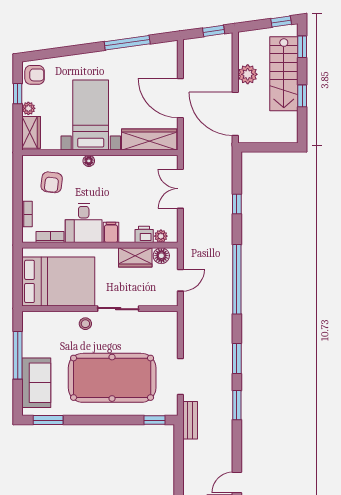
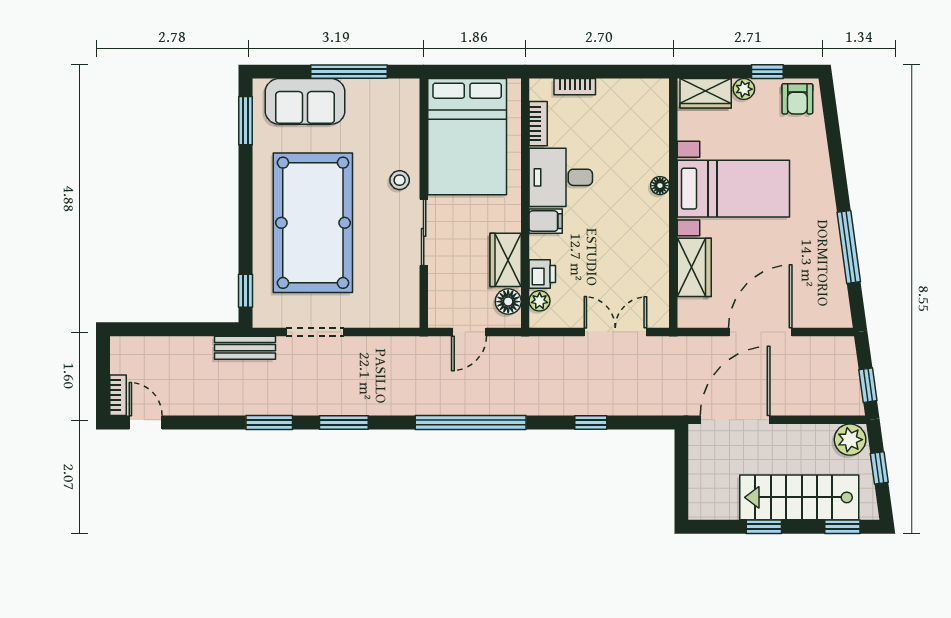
window: (281, 22) -> (879, 468), moved
plant: (248, 74) -> (850, 440), moved
wardrobe: (149, 139) -> (694, 267), width x0.67
armchair: (52, 182) -> (626, 126), removed
door: (180, 280) -> (469, 332), hinge flipped

